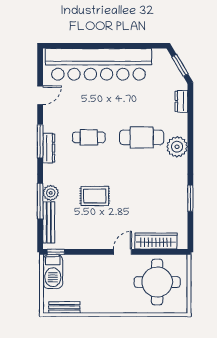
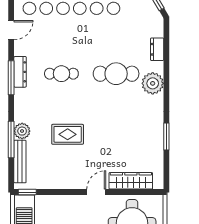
dresser: (181, 101) -> (157, 49), moved
dresser: (49, 148) -> (20, 72), moved

